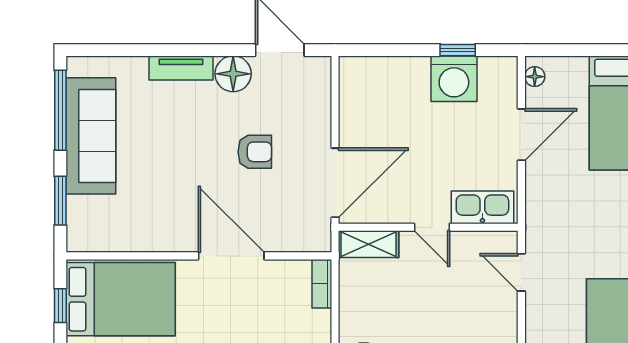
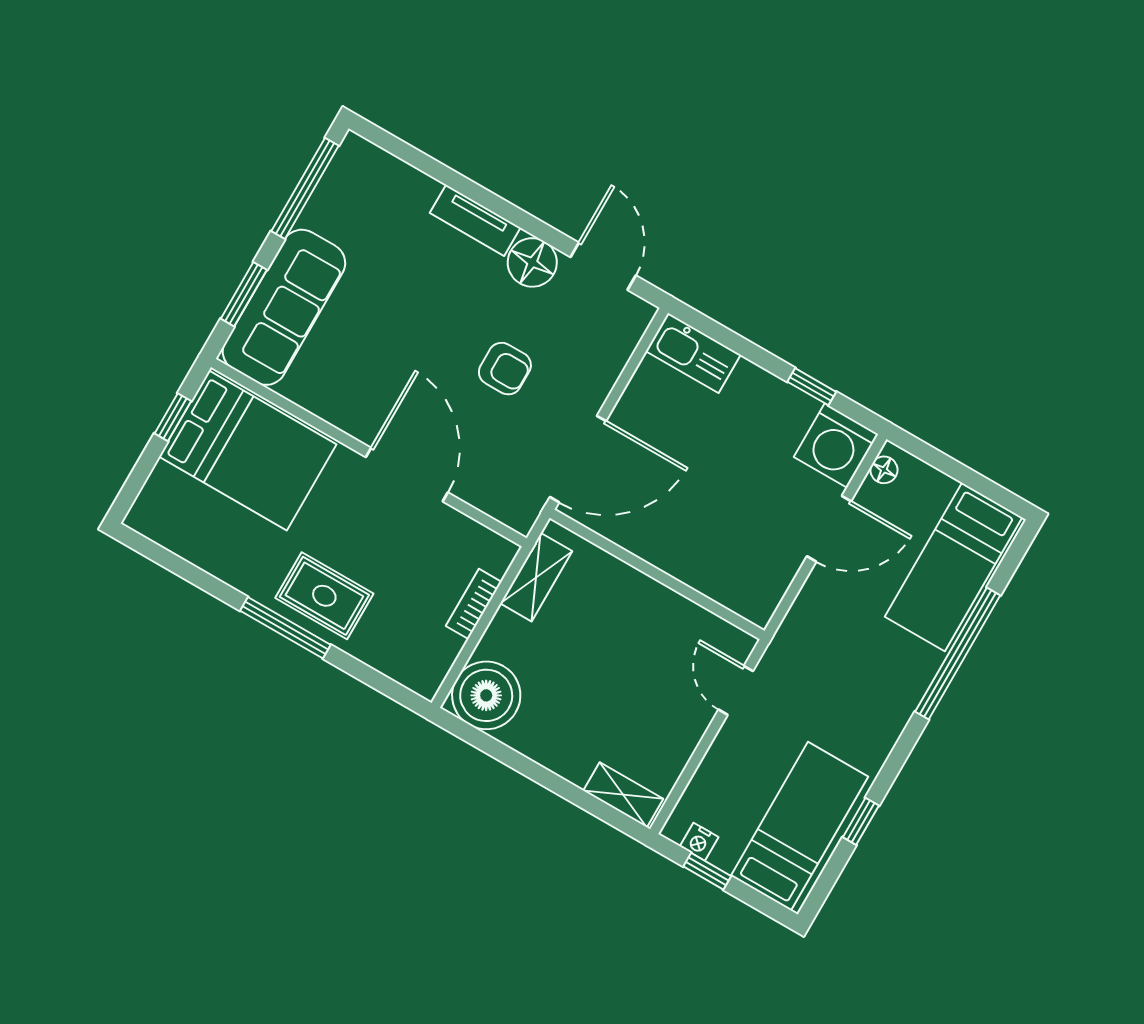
washing machine: (454, 79) -> (836, 445), moved
sofa: (91, 136) -> (284, 307), moved
kitchen sink: (482, 207) -> (693, 353), moved, turned 180
door: (432, 227) -> (662, 577), removed
shelving: (368, 244) -> (536, 577), moved, turned 90
bookcase: (322, 284) -> (474, 604), moved

